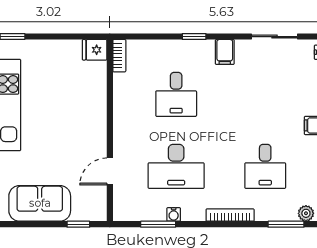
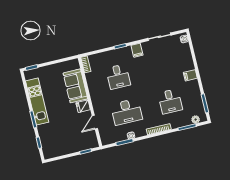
fridge: (95, 50) -> (83, 106), moved
sofa: (40, 203) -> (75, 86), moved, turned -90

